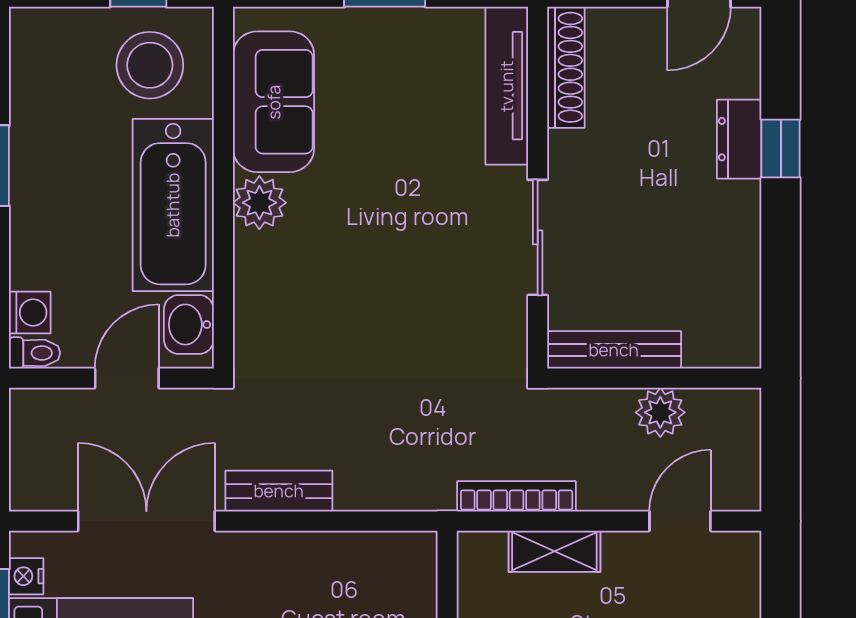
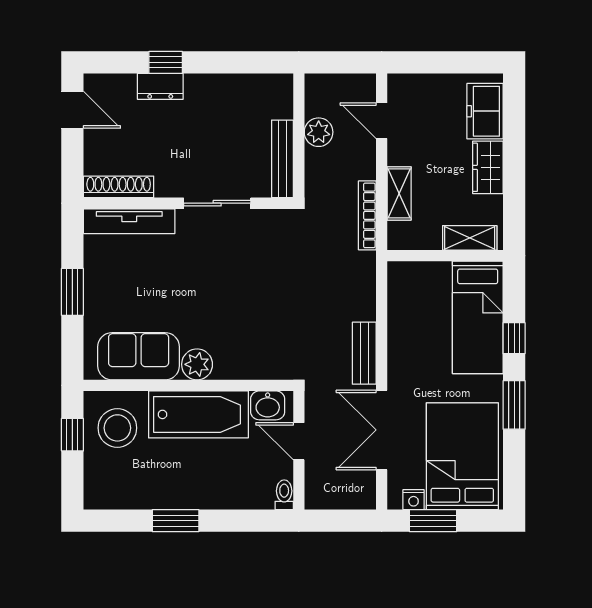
washing machine: (30, 313) -> (261, 498), removed

